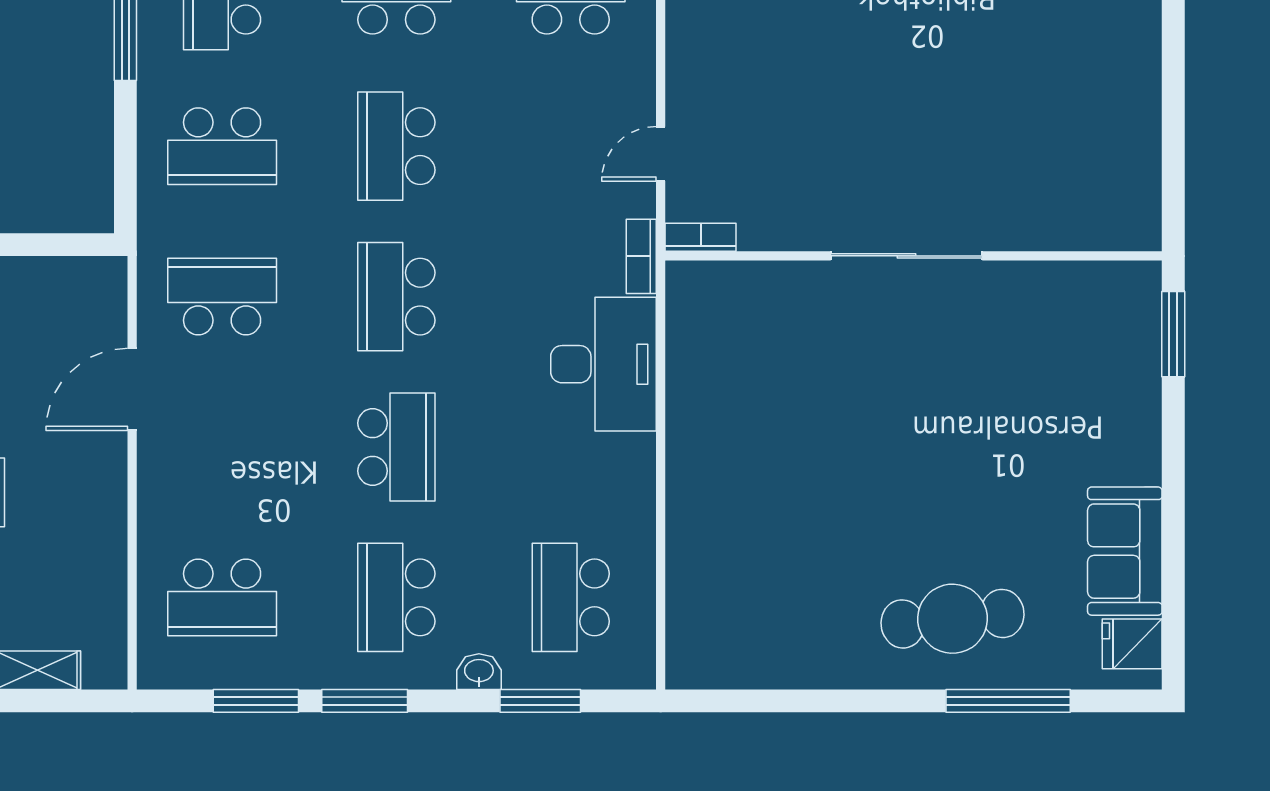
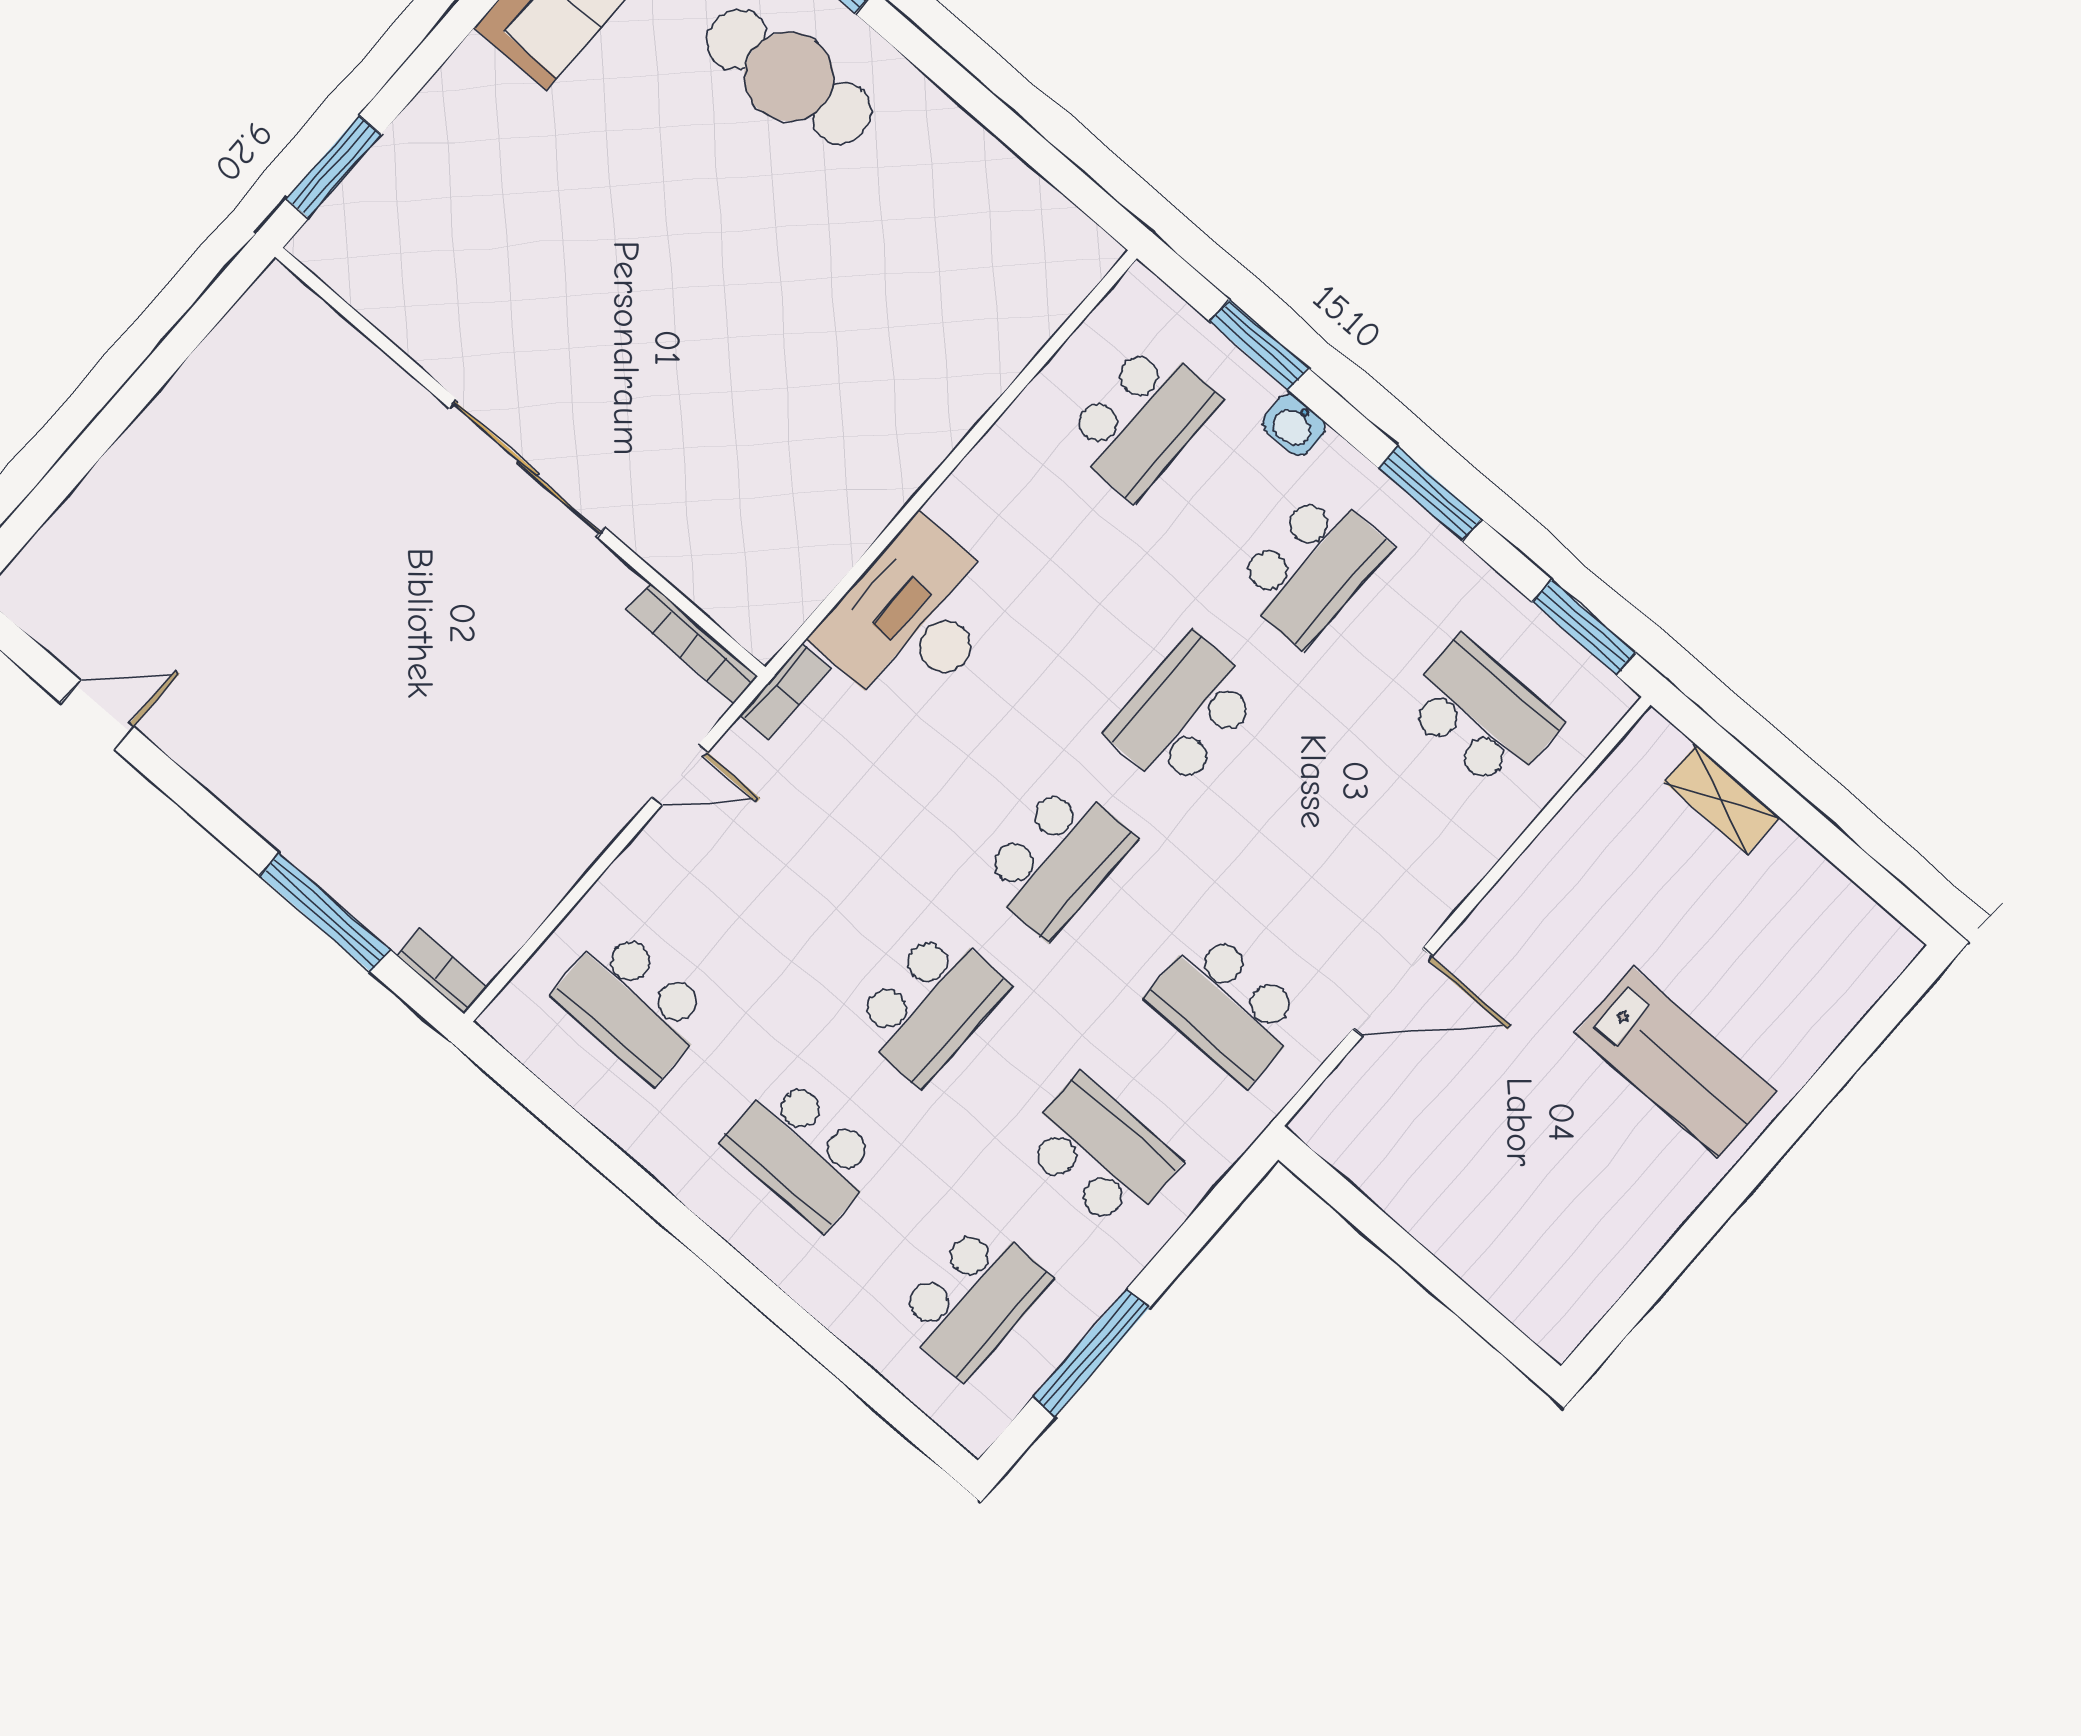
bookcase: (701, 237) -> (692, 643), width x1.56
window: (256, 701) -> (1584, 627), moved

